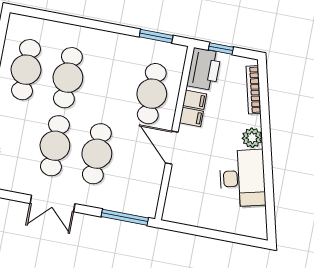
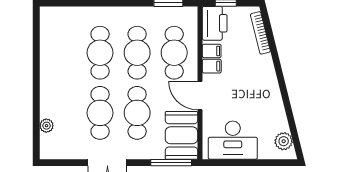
cafe table: (26, 70) -> (137, 53), moved
plant: (252, 138) -> (284, 141), moved
desk: (242, 178) -> (233, 140), moved, turned 104
booth: (142, 189) -> (181, 135), added

